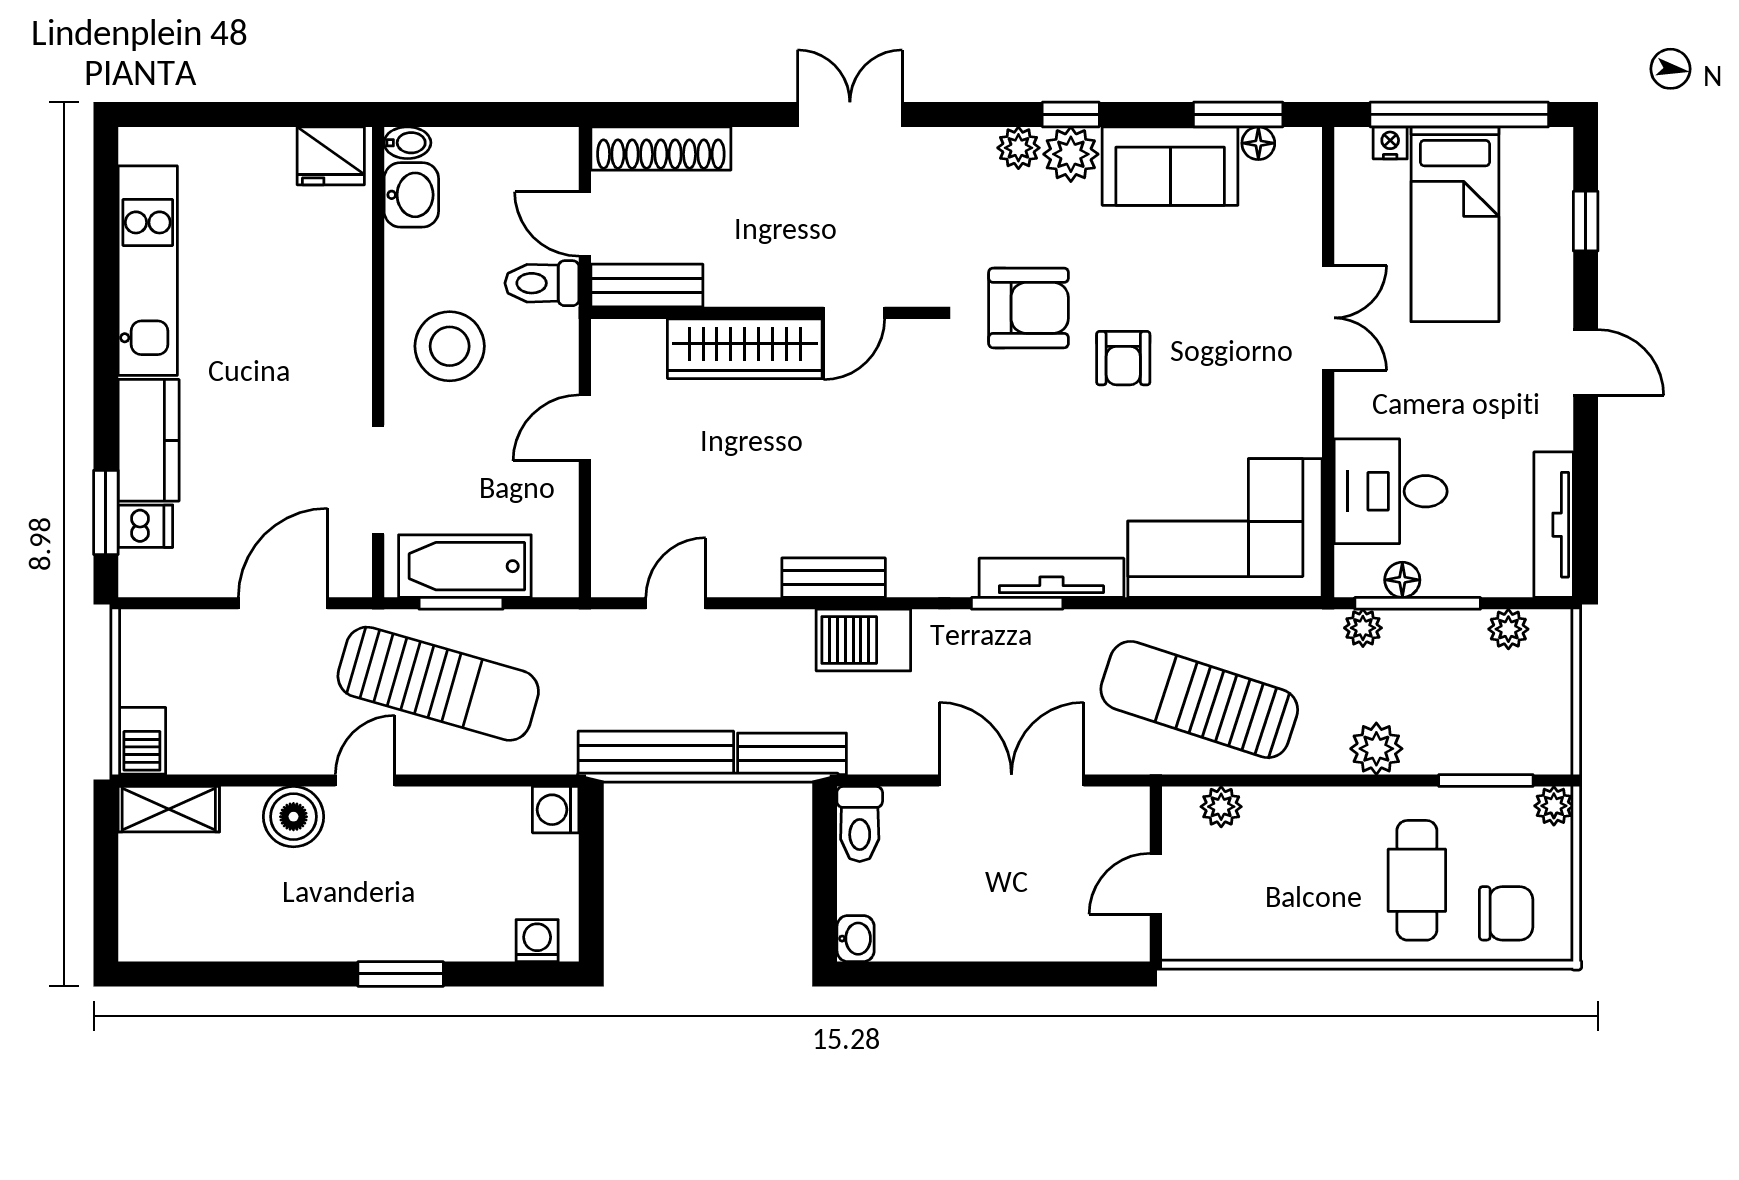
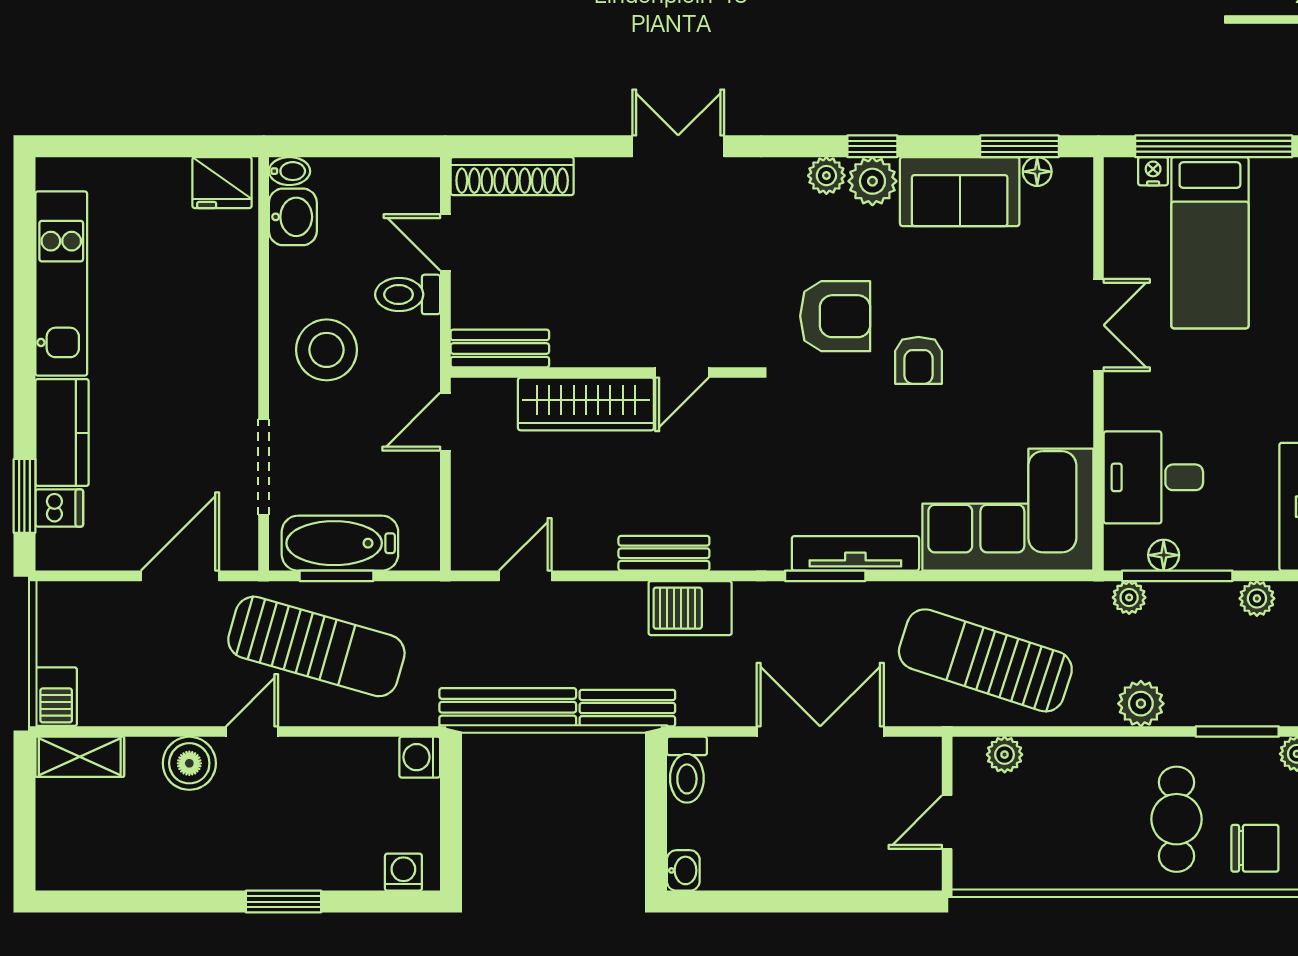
bench: (647, 286) -> (500, 349), moved
wall: (765, 313) -> (603, 373), moved
door: (854, 313) -> (682, 373), moved
wardrobe: (745, 349) -> (586, 404), moved

